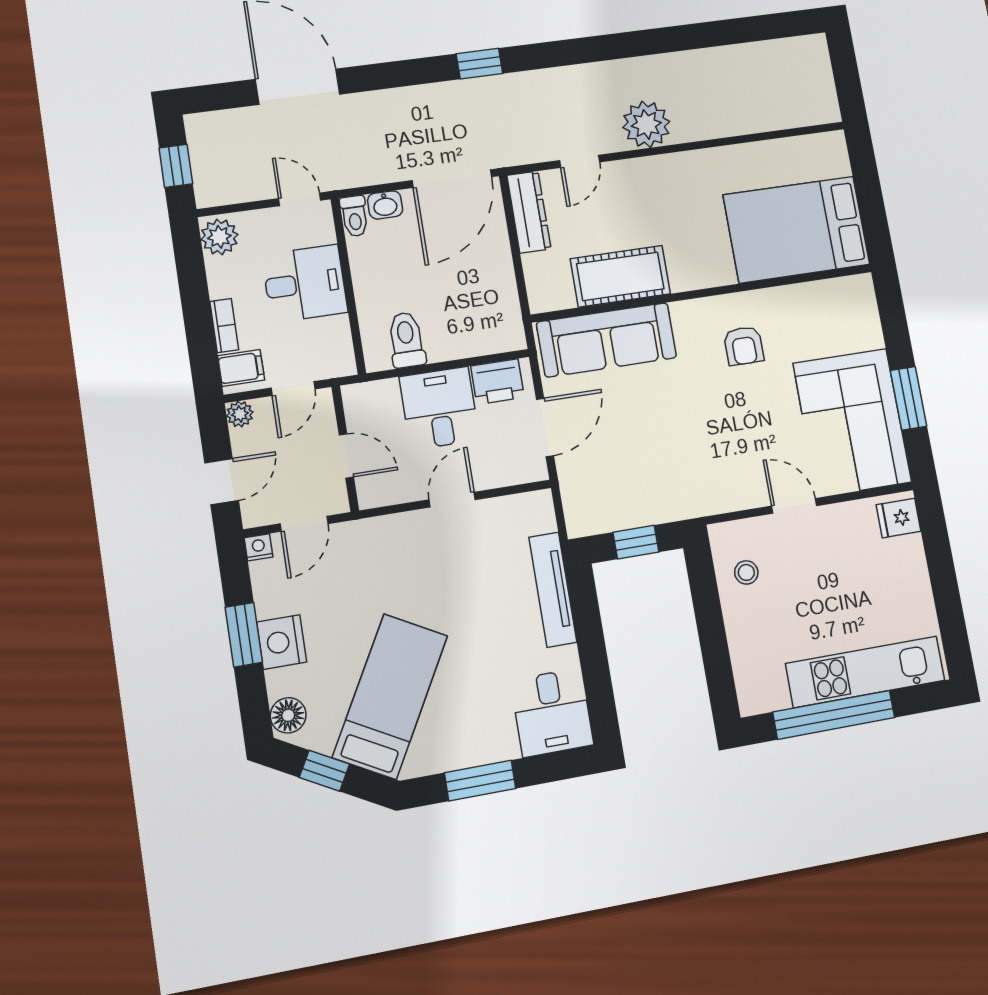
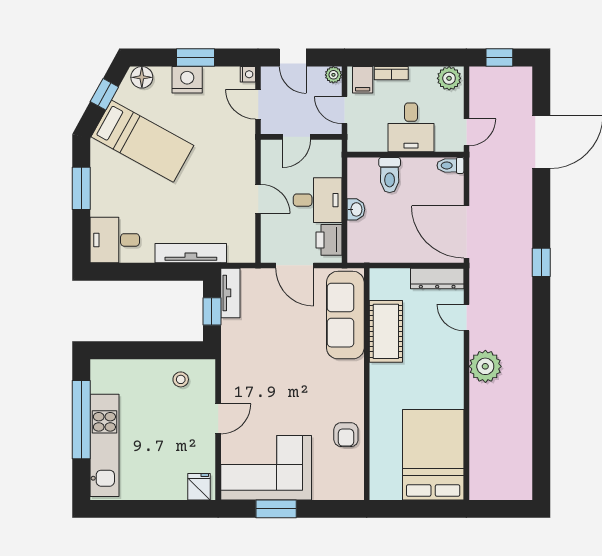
washbasin: (385, 205) -> (356, 209), moved, turned 180
bed: (796, 230) -> (433, 455), moved
toilet: (406, 340) -> (390, 175), moved, turned 90
armchair: (744, 346) -> (346, 435), moved, turned -90
tv unit: (603, 519) -> (230, 293), added

